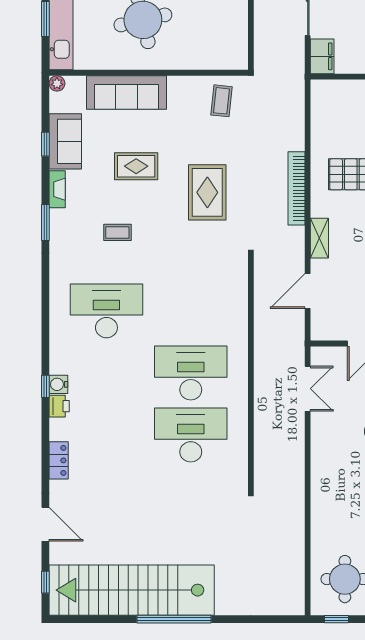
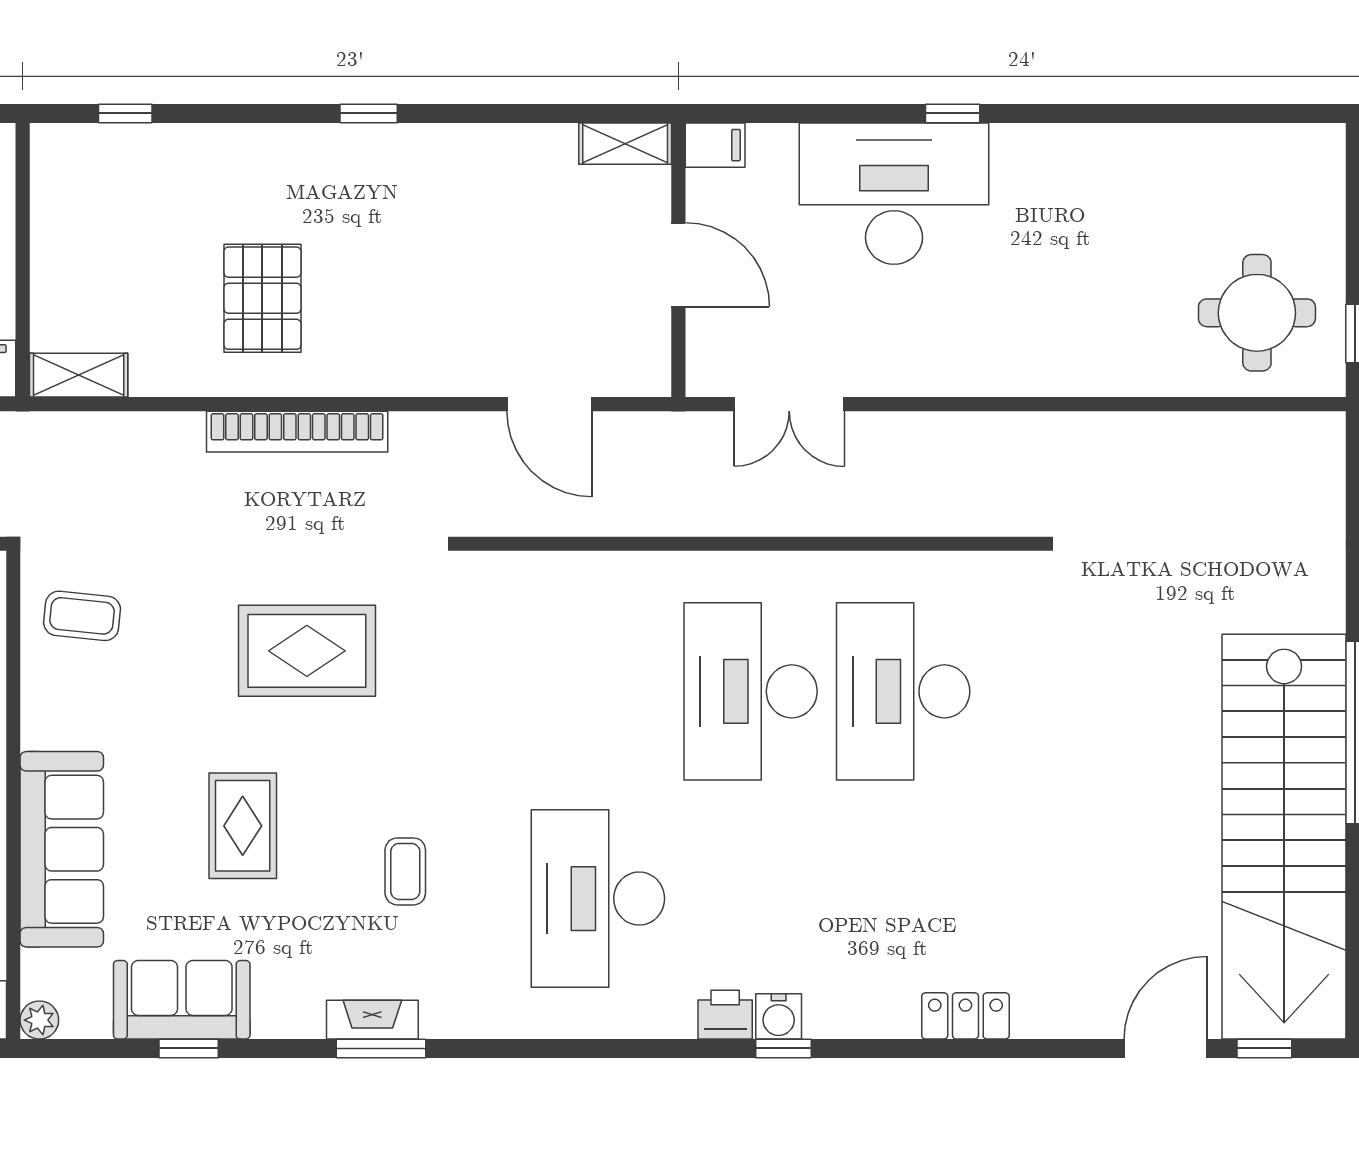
fireplace: (57, 189) -> (372, 1020), moved
shelving: (319, 238) -> (79, 375), moved
double door: (308, 389) -> (789, 404), swing flipped
printer: (59, 406) -> (725, 1015), moved
door: (45, 524) -> (1165, 1048), moved

